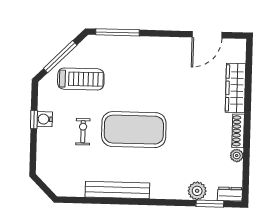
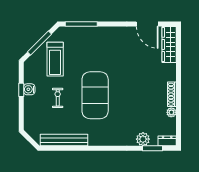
door: (207, 35) -> (147, 24), hinge flipped
treadmill: (81, 79) -> (55, 59), turned 90
wardrobe: (235, 88) -> (169, 44), moved
exercise mat: (134, 130) -> (95, 95), turned 90
bench: (117, 190) -> (64, 140), moved

